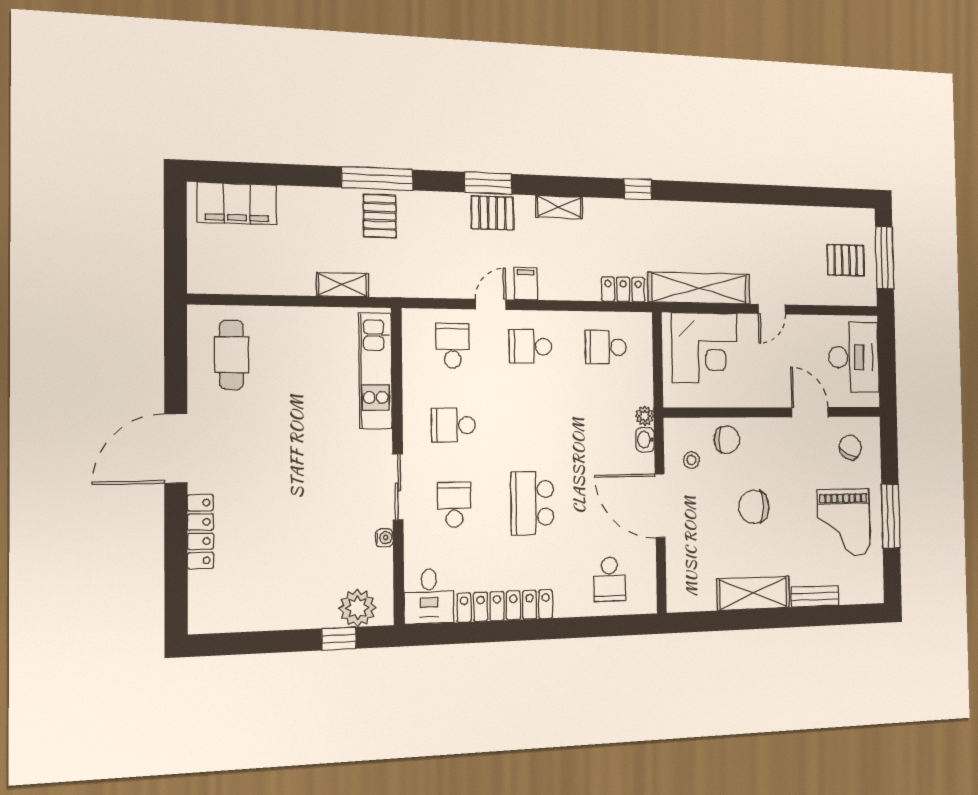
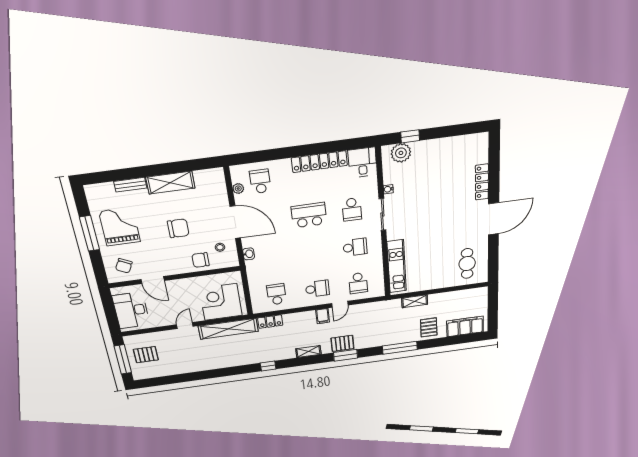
pallet: (380, 216) -> (429, 327), moved
school desk: (606, 347) -> (276, 294), turned -90
plant: (645, 416) -> (238, 188), moved
school desk: (532, 503) -> (309, 215), turned -90

